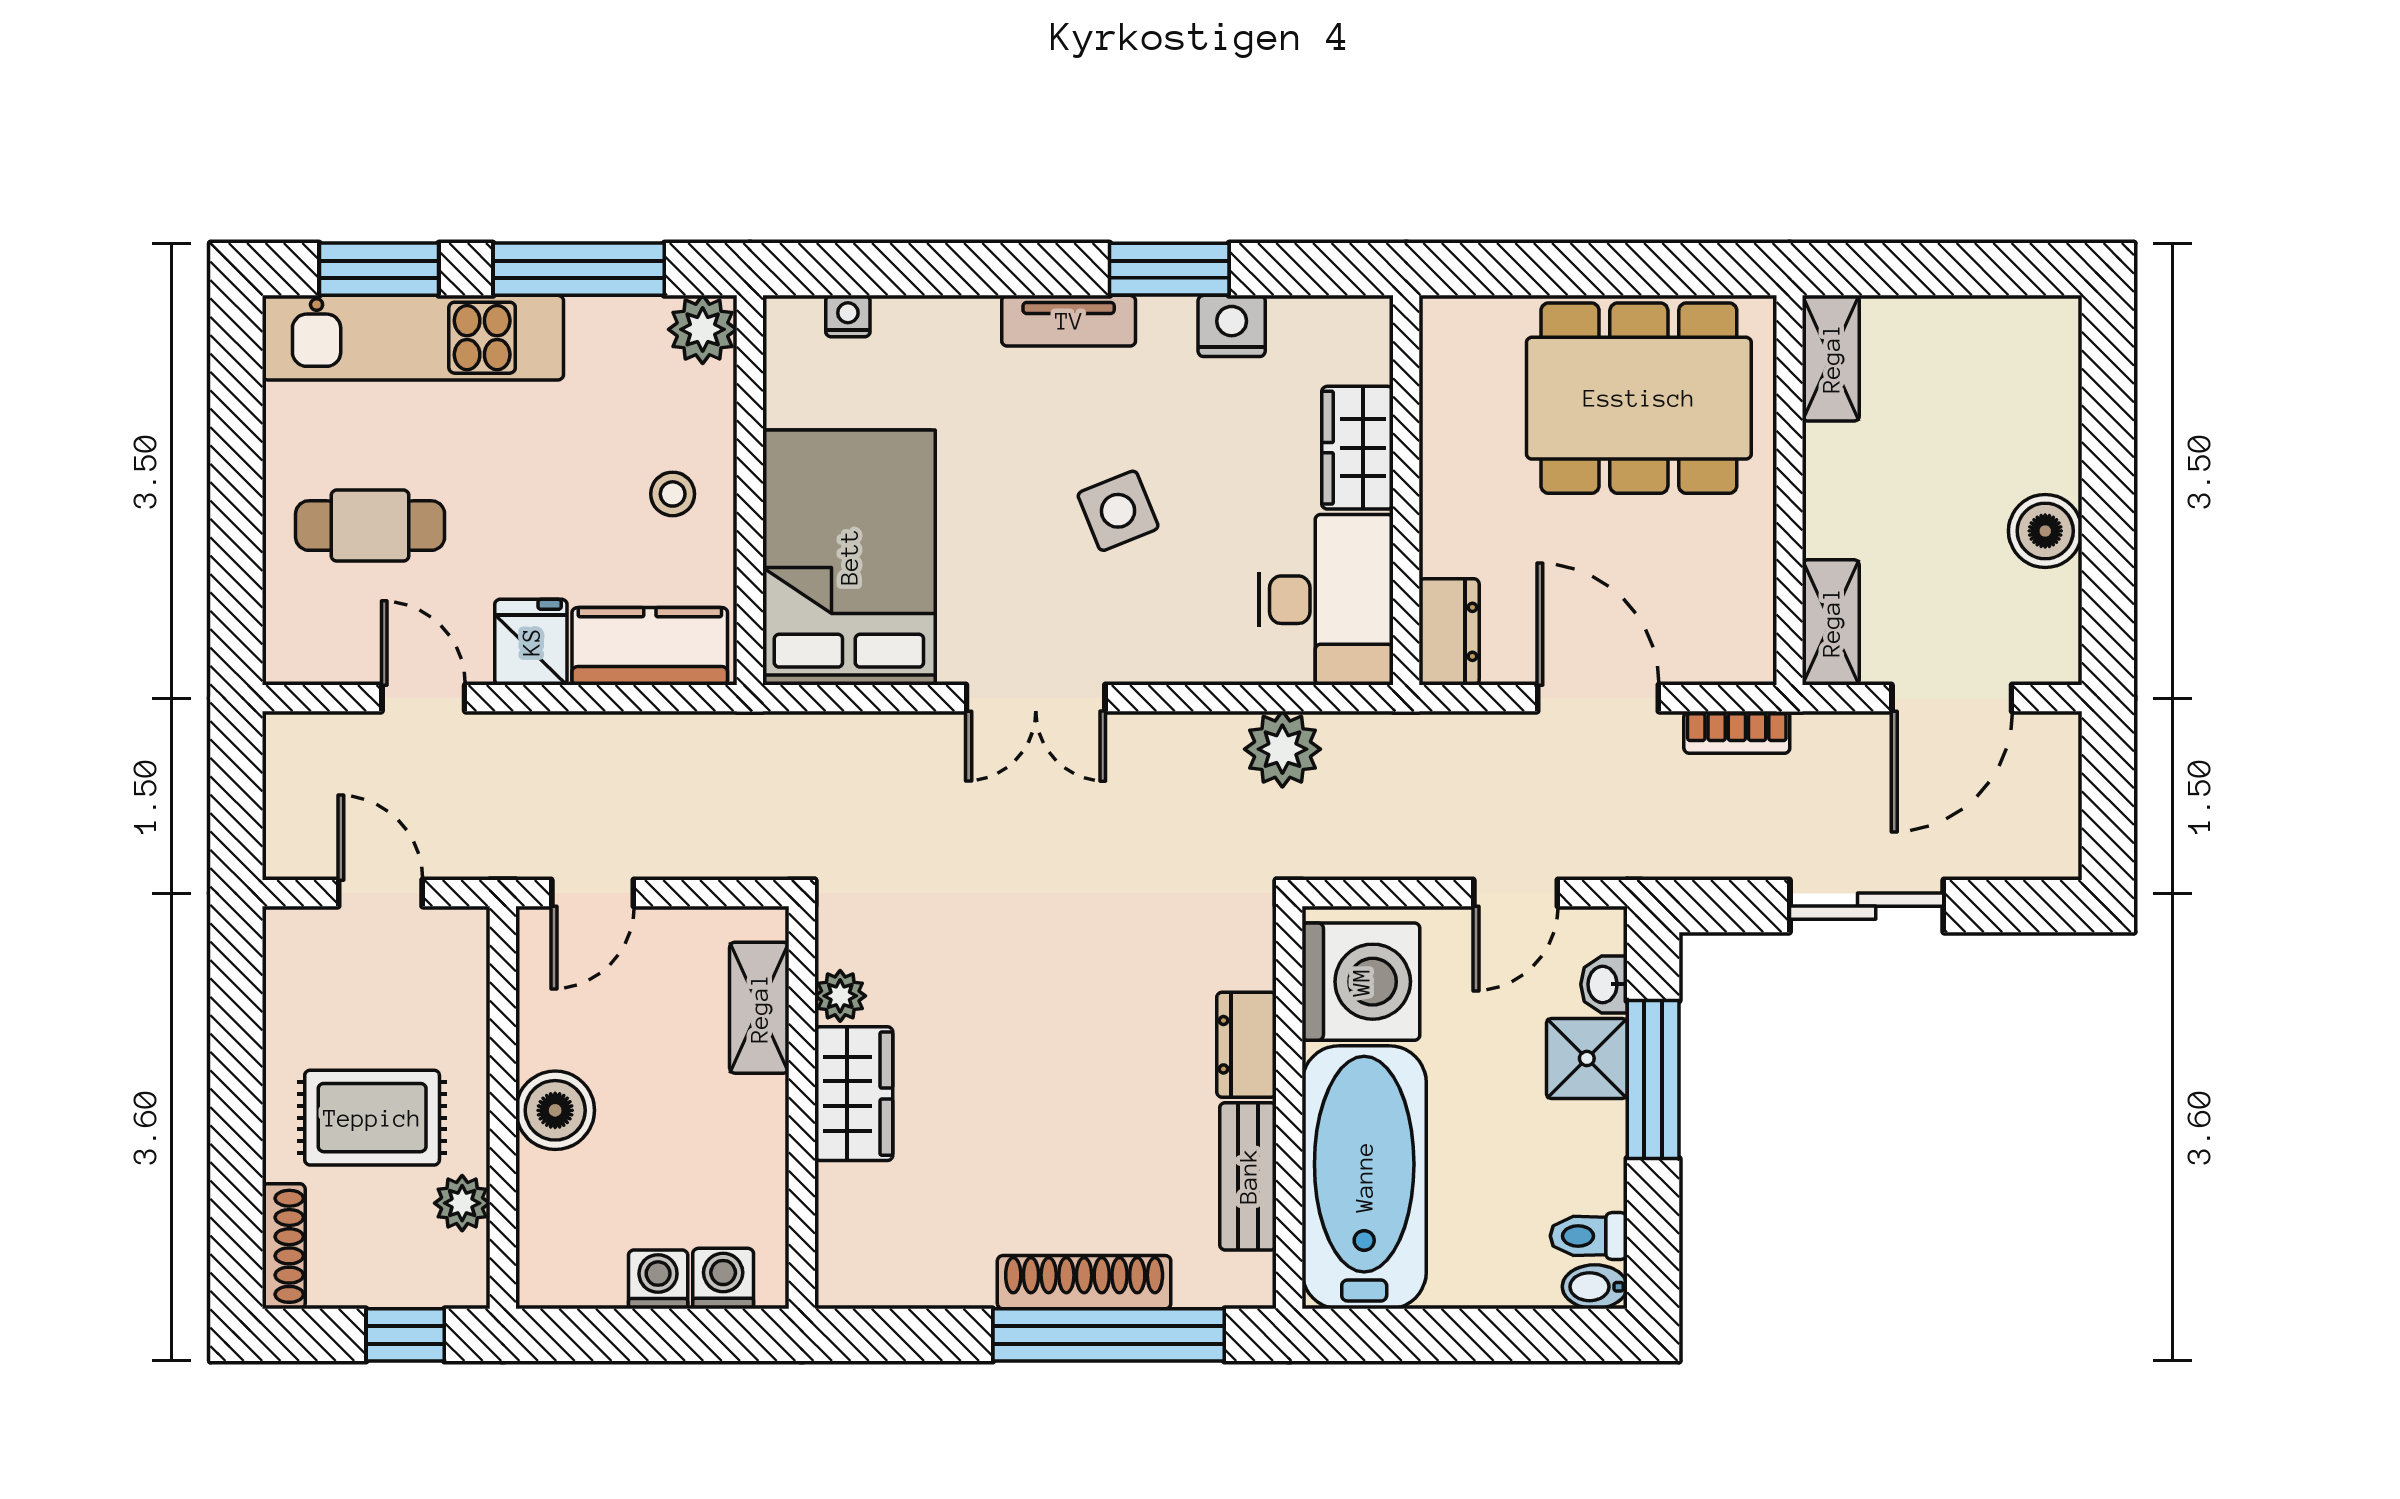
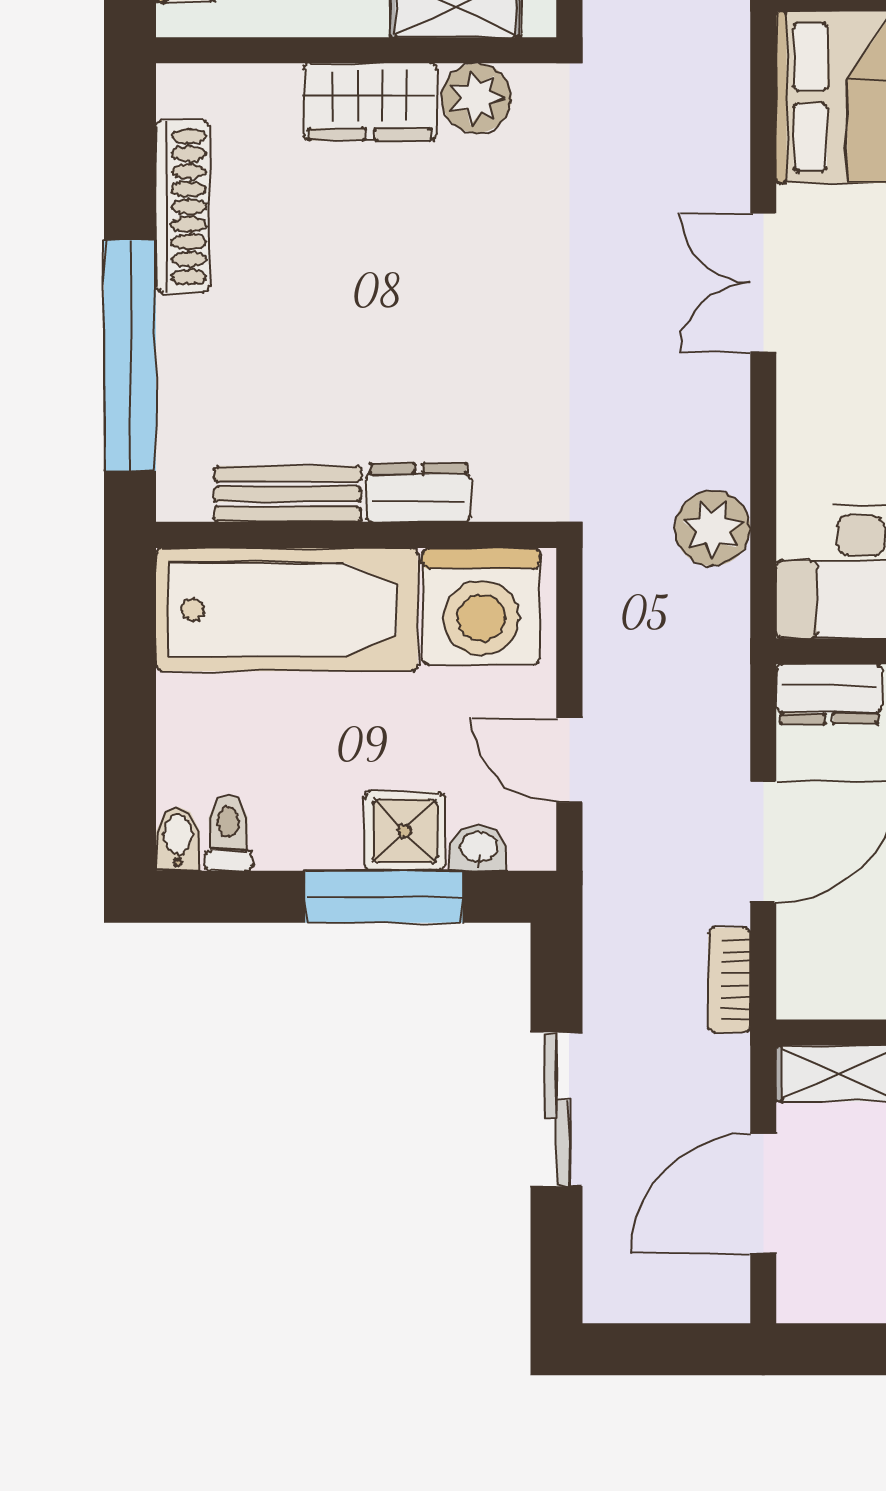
door: (1952, 698) -> (763, 1194), hinge flipped
plant: (840, 996) -> (477, 98), width x1.38, depth x1.38
shoe rack: (1084, 1282) -> (182, 207), moved

